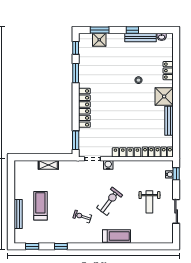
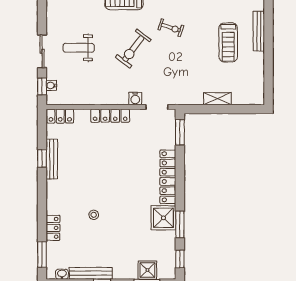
window: (176, 51) -> (42, 255), added
shower: (164, 96) -> (163, 218), moved
window: (176, 121) -> (42, 158), added
locker: (157, 152) -> (60, 116), width x0.66
weight bench: (149, 202) -> (79, 48), turned -90
sliding door: (176, 211) -> (42, 51), moved

